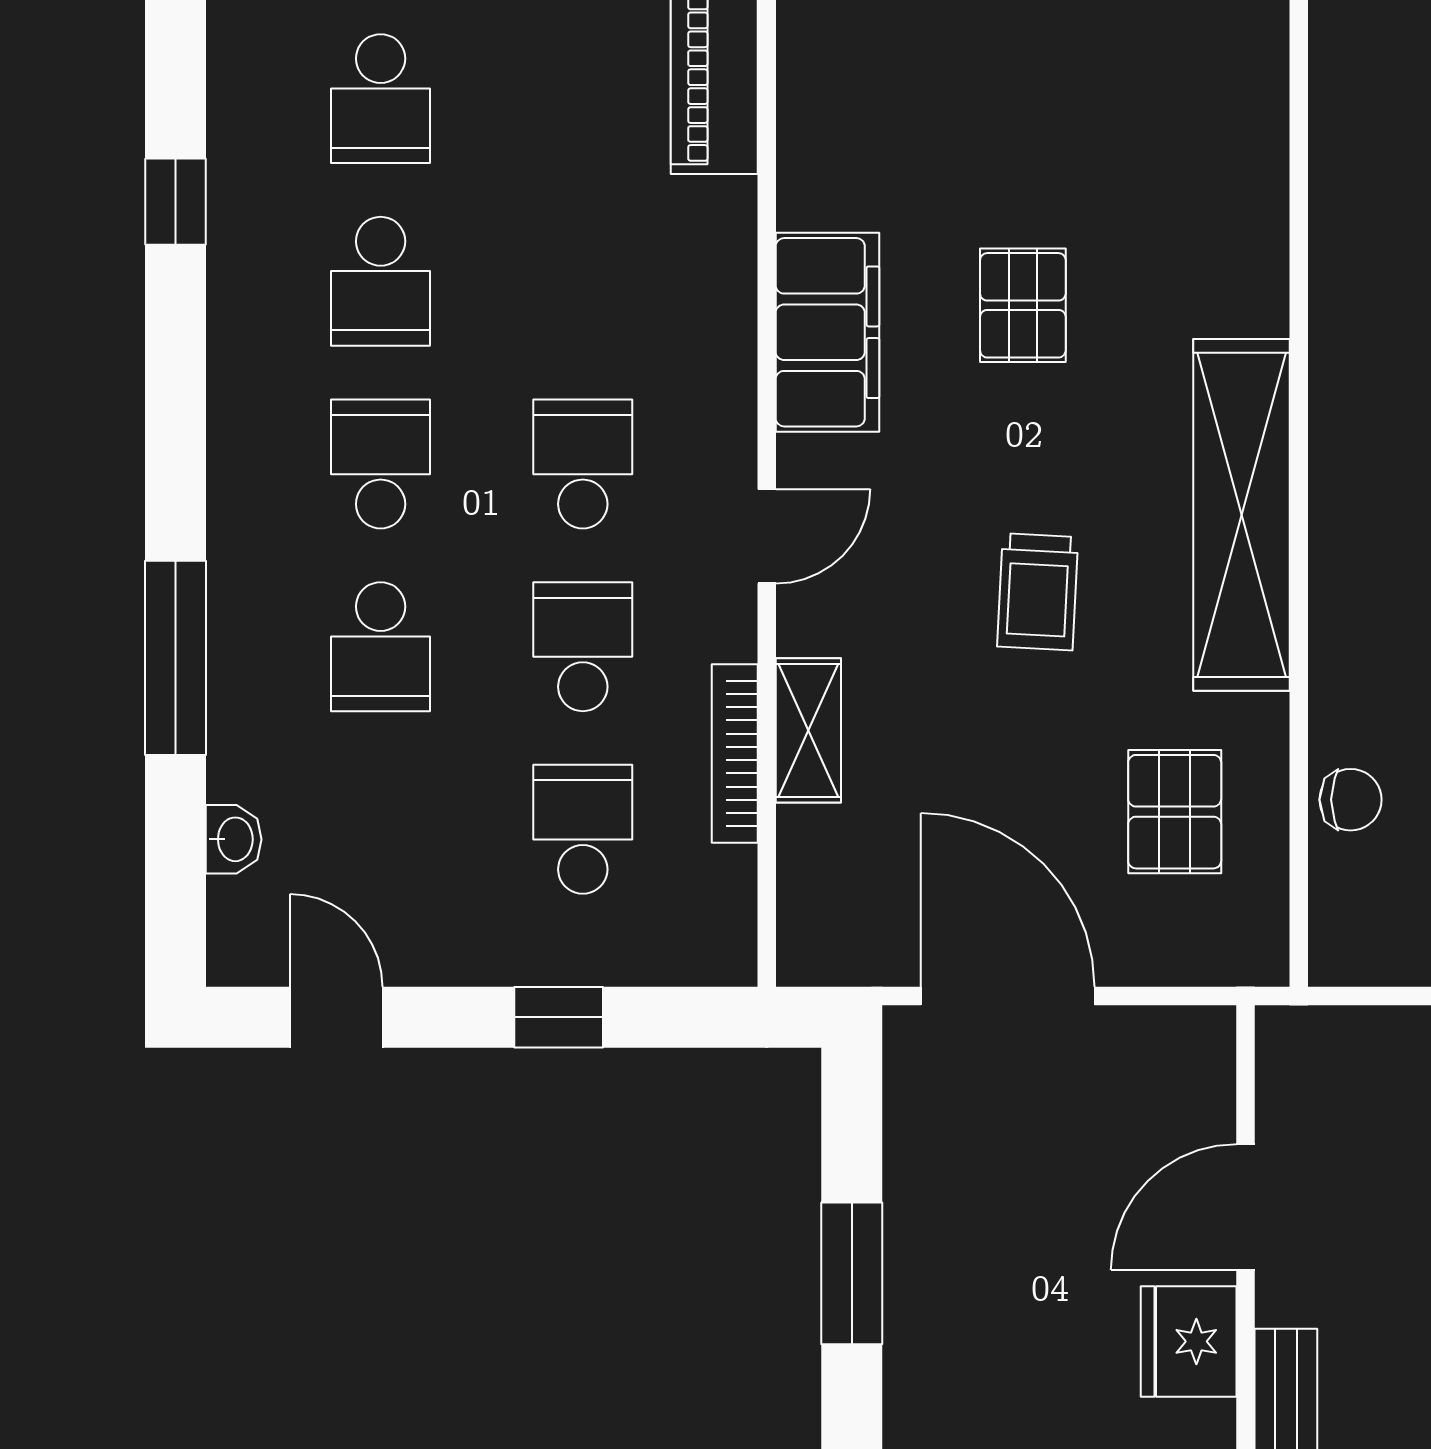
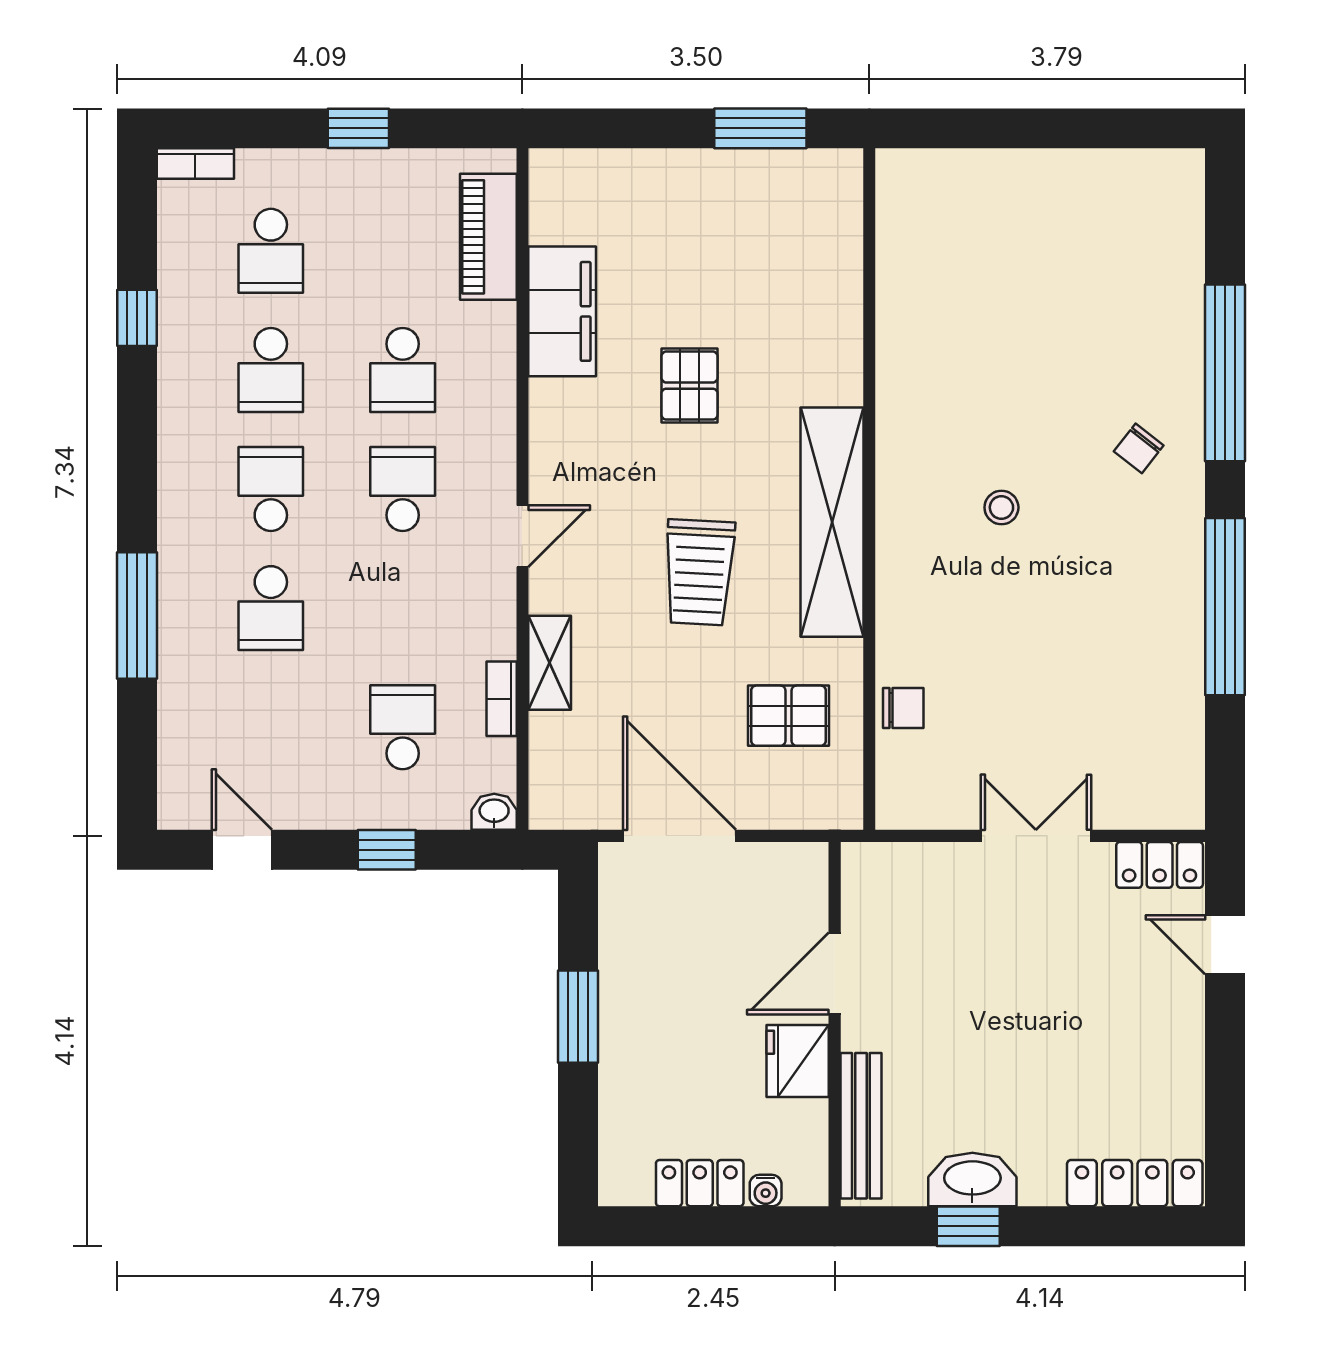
filing cabinet: (827, 332) -> (562, 311), moved
trolley: (1038, 592) -> (699, 572), width x1.36, depth x1.39
school desk: (583, 647) -> (403, 370), moved, turned 180
bookcase: (735, 753) -> (502, 699), width x0.64
pallet: (1175, 812) -> (789, 716), turned 90
washbasin: (234, 839) -> (494, 812), moved, turned -90

